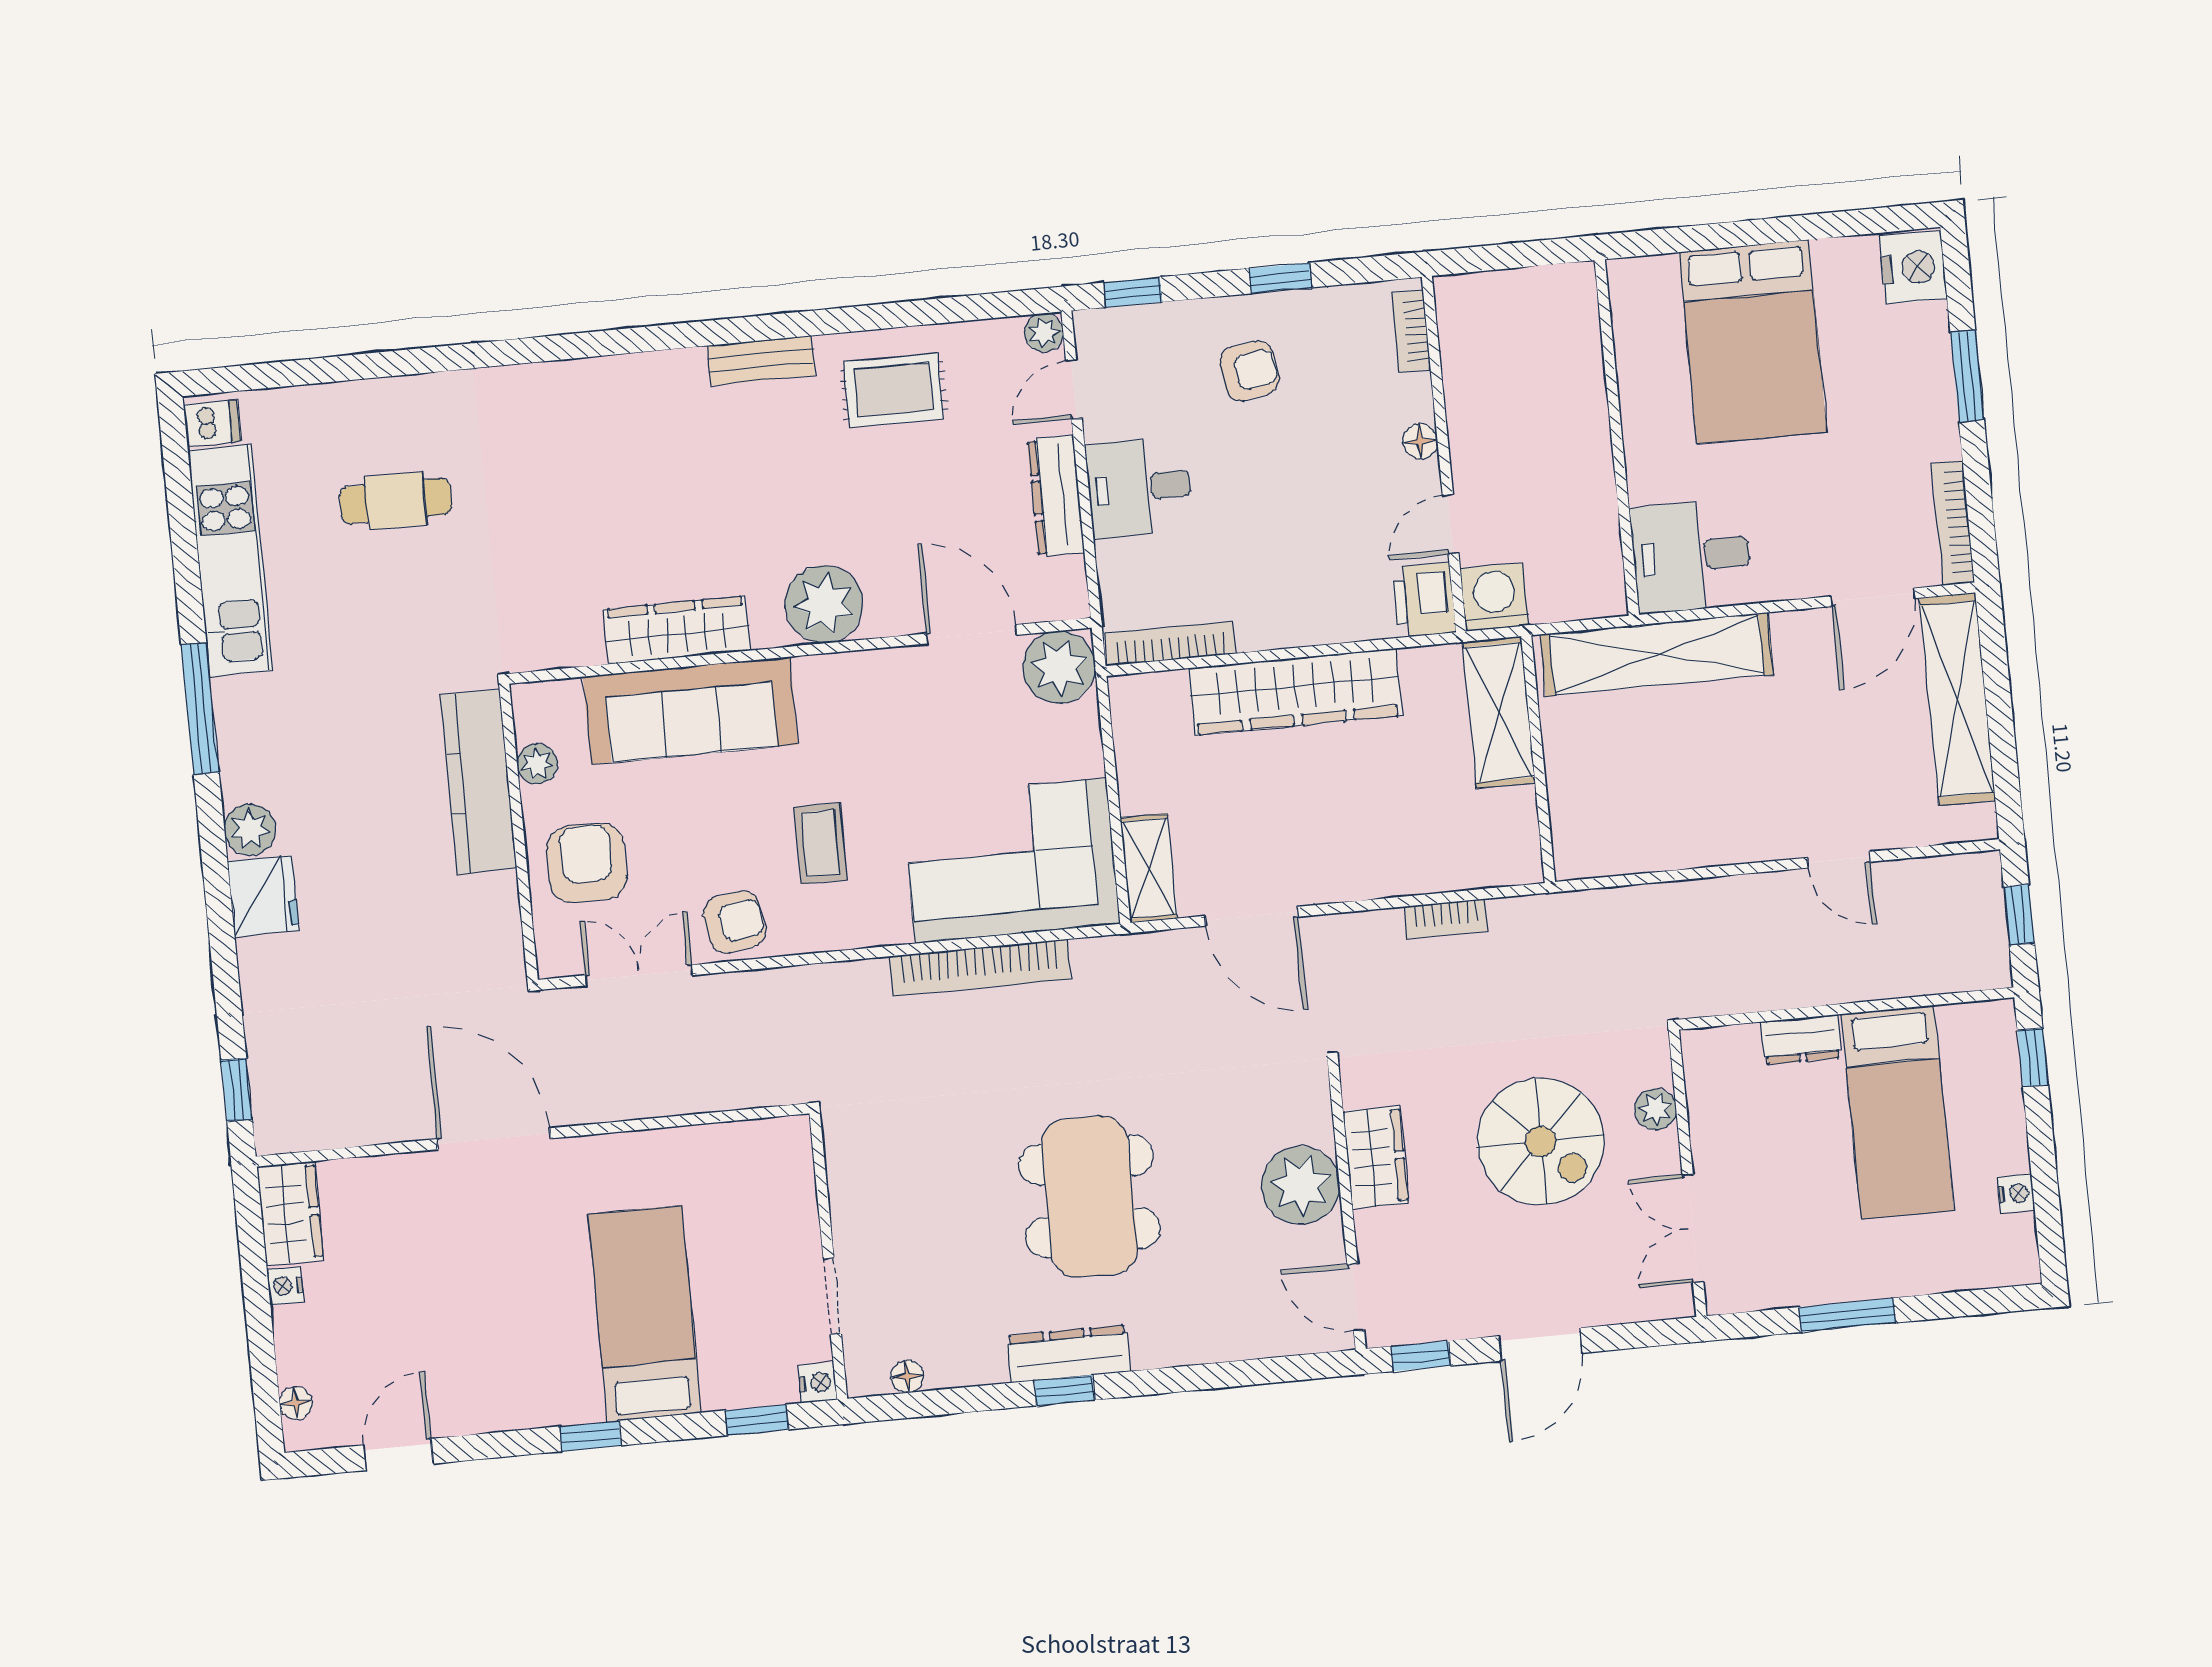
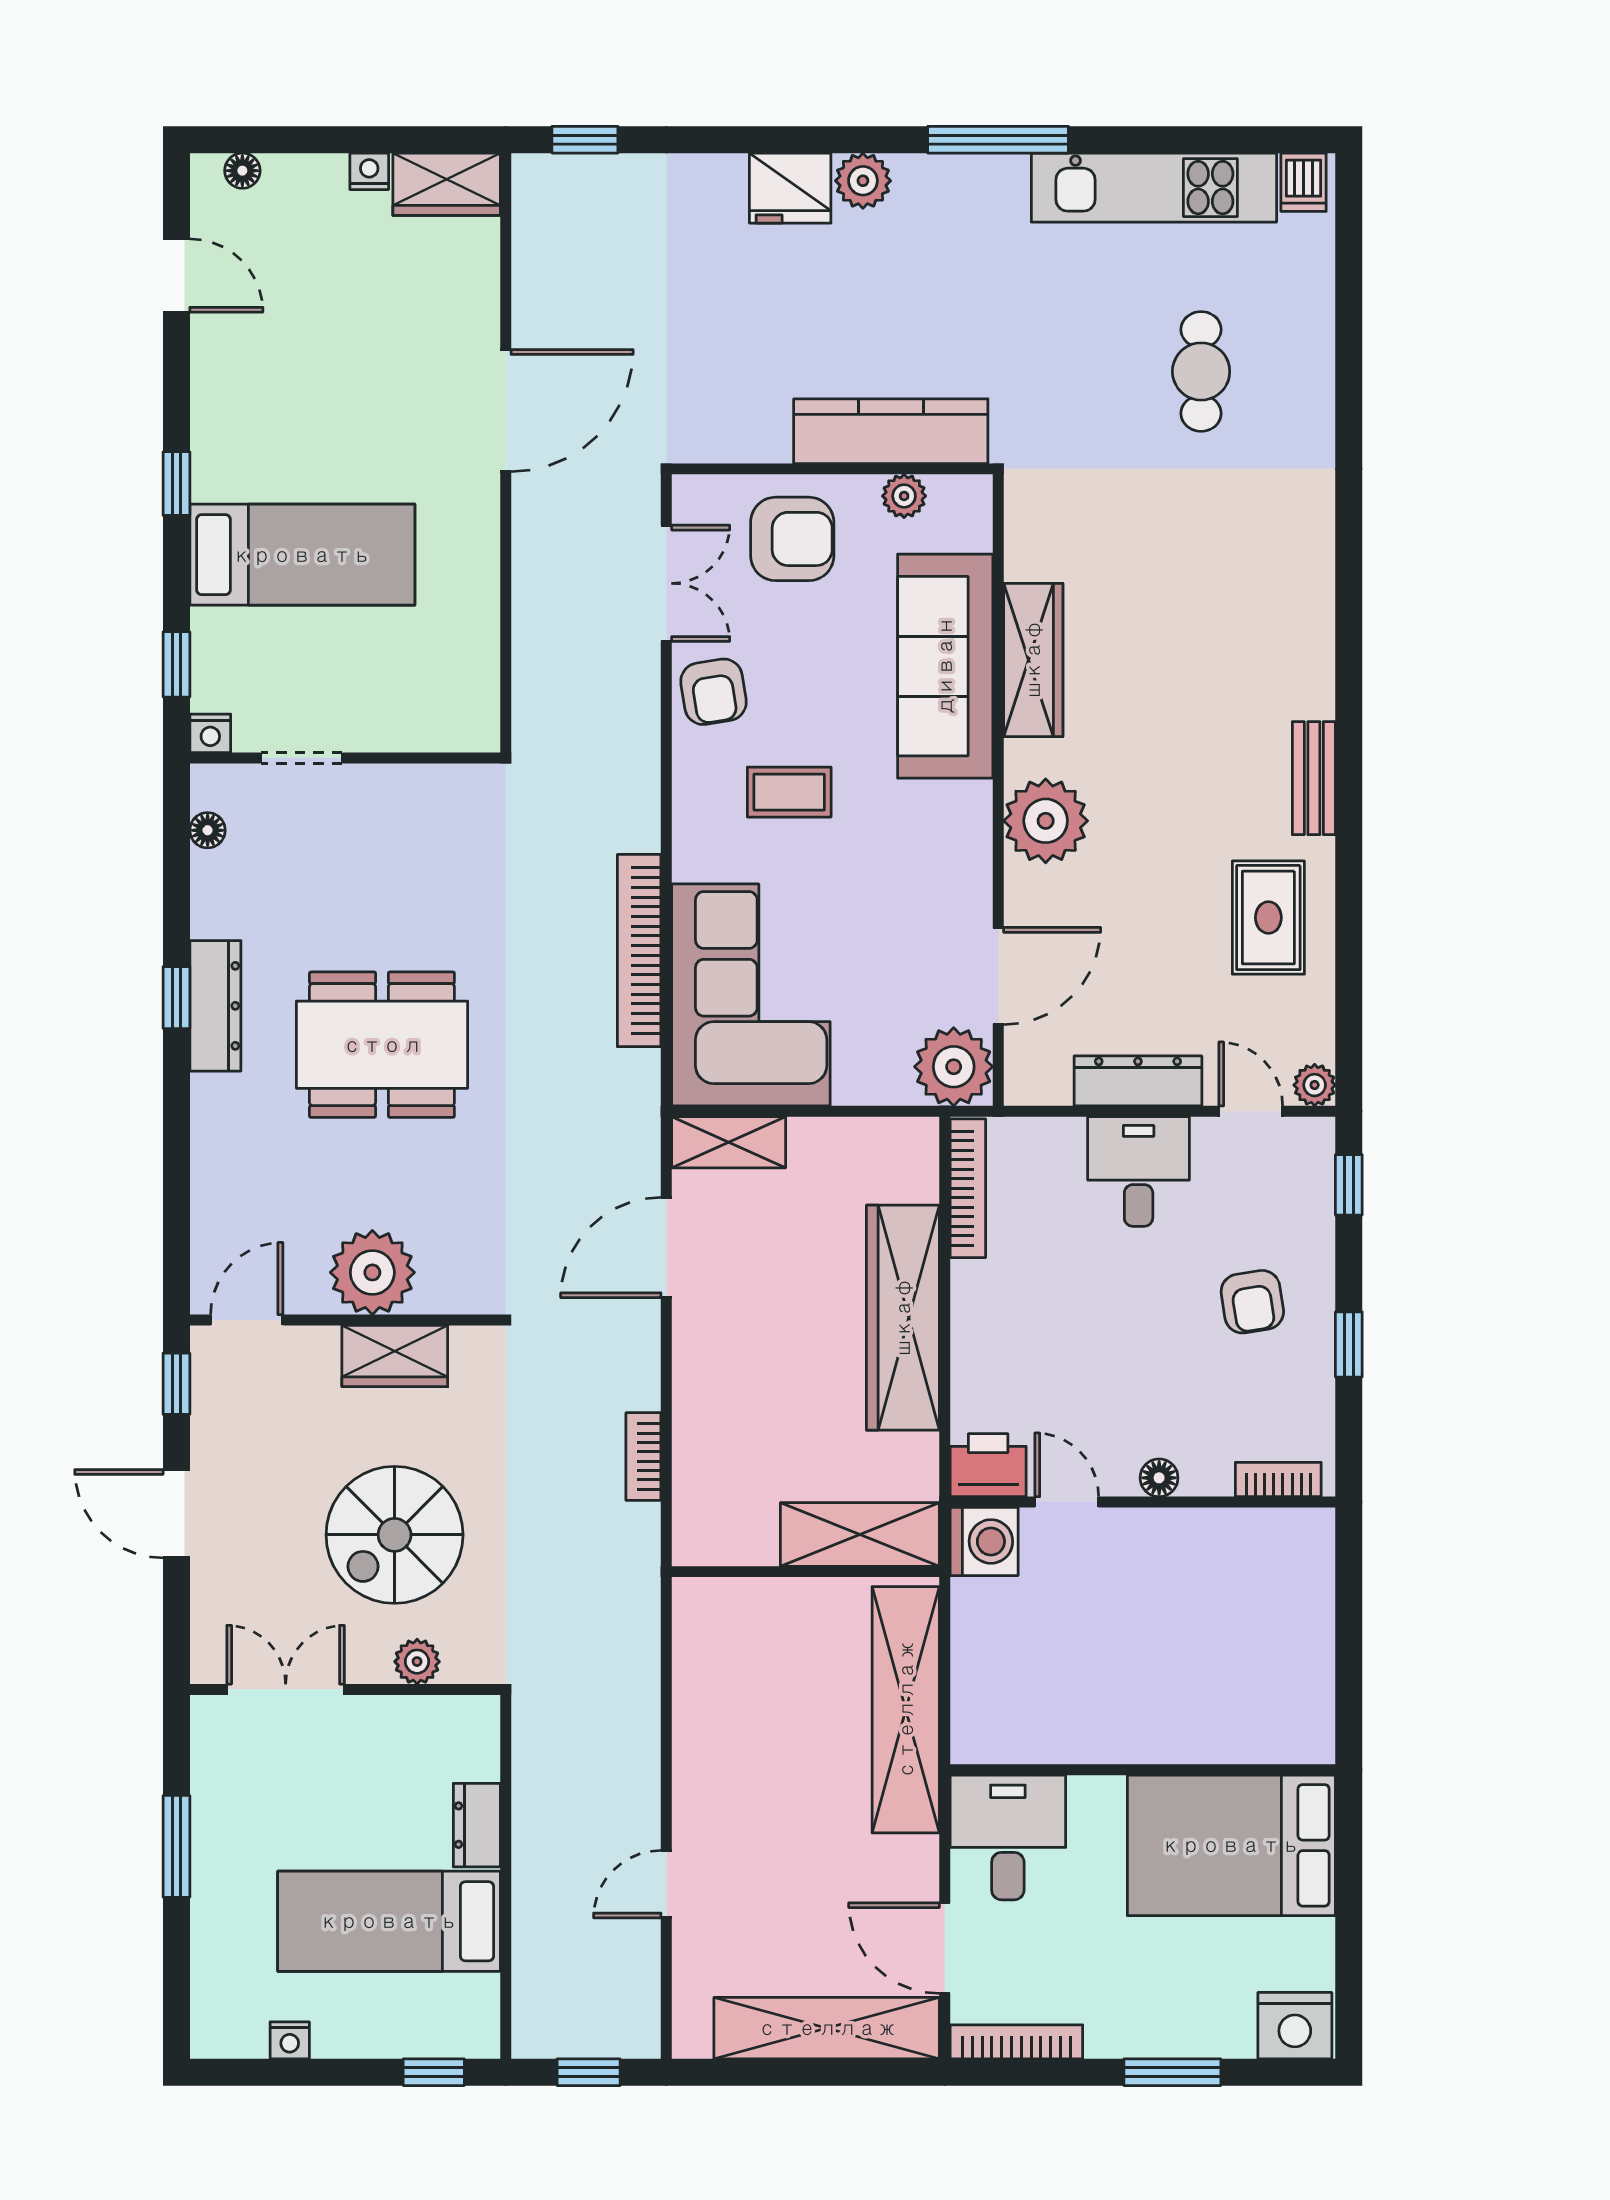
wall: (1617, 438) -> (1143, 1770), moved
desk: (1691, 556) -> (1008, 1837), moved

